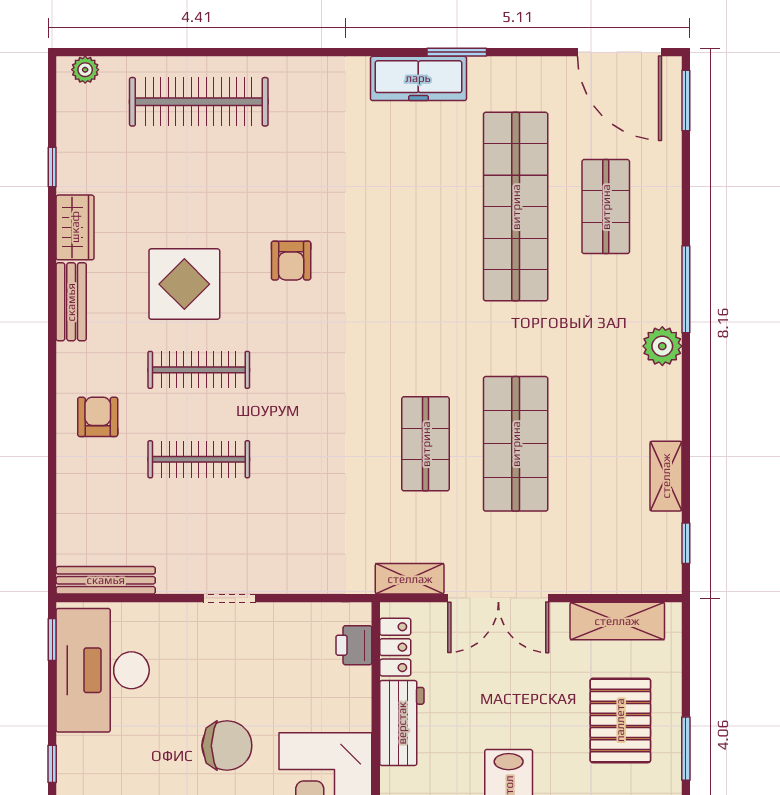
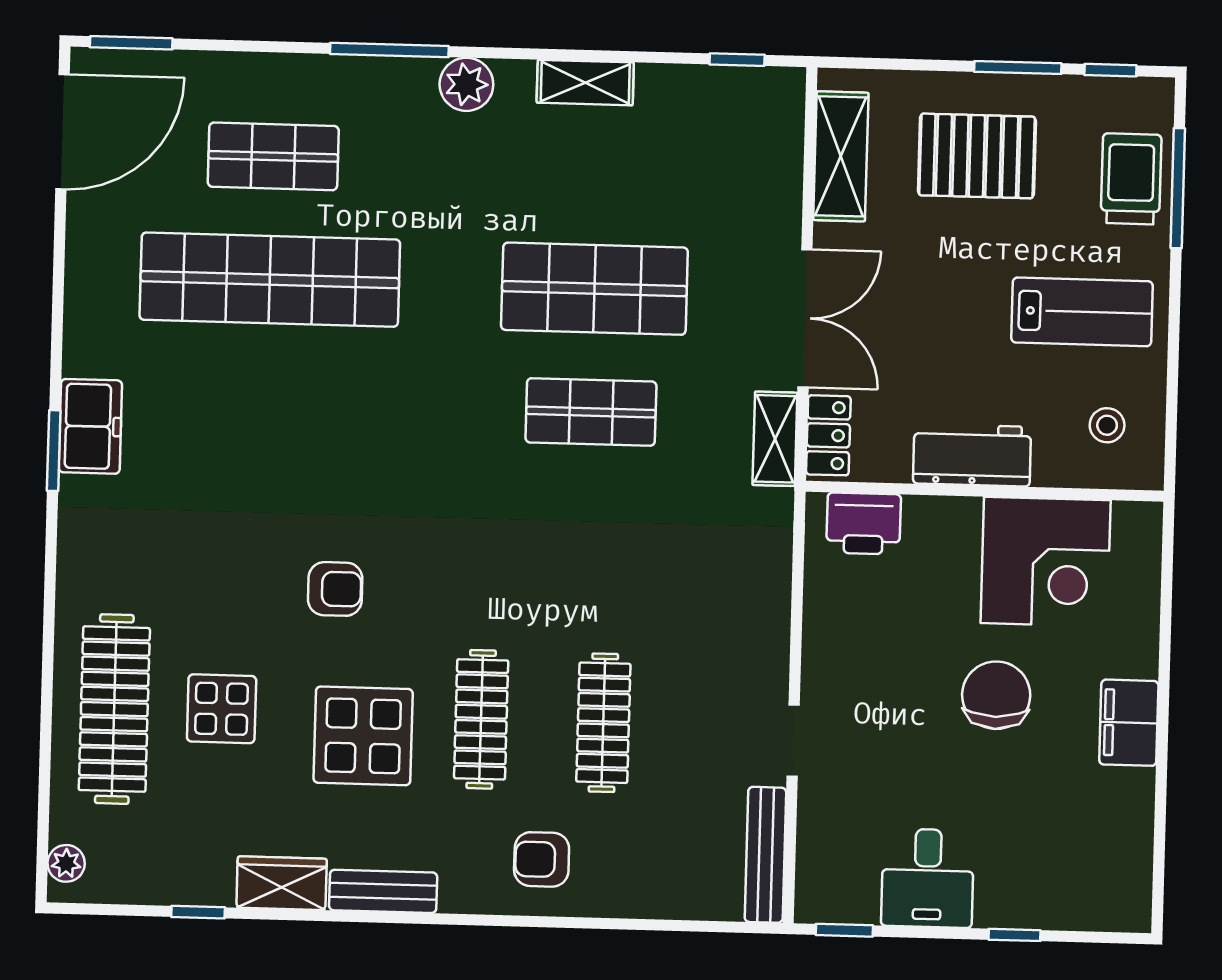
window: (457, 52) -> (54, 451), moved
freezer: (418, 78) -> (90, 426), width x0.71
display table: (201, 180) -> (222, 709), added
shelving: (666, 476) -> (585, 83), moved
doorway: (230, 598) -> (793, 741), moved
printer: (354, 645) -> (864, 523), width x1.36, depth x1.24
locker: (395, 647) -> (828, 435), moved, turned 90
desk: (103, 670) -> (928, 878), width x0.53, depth x0.77

